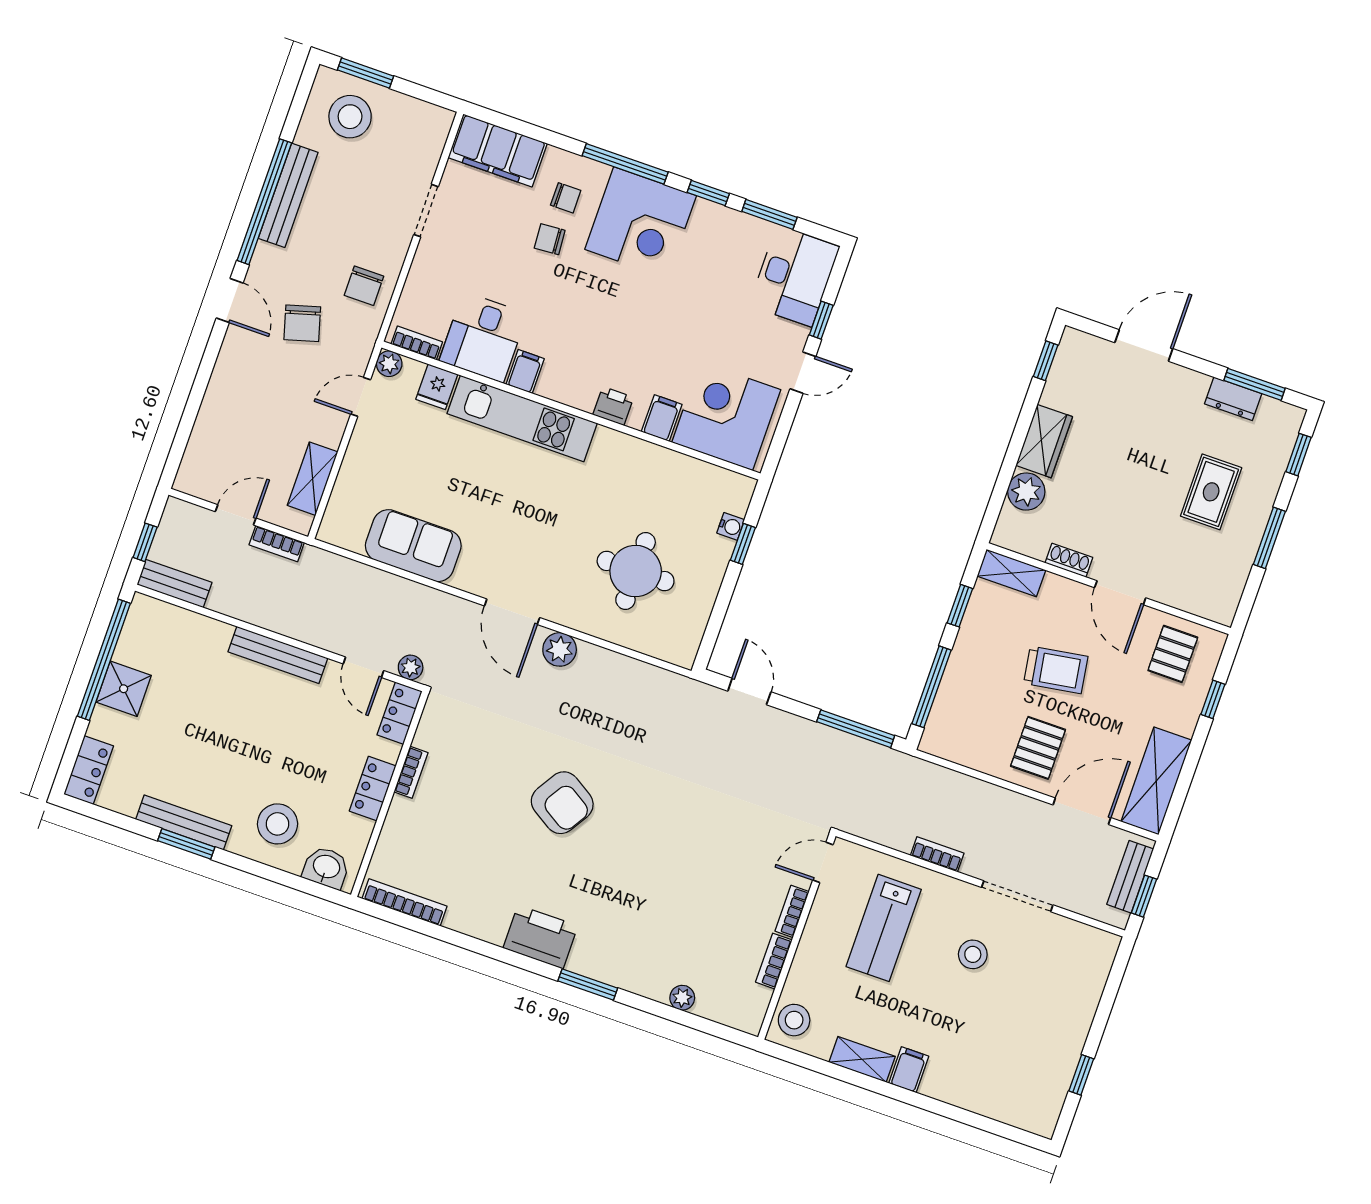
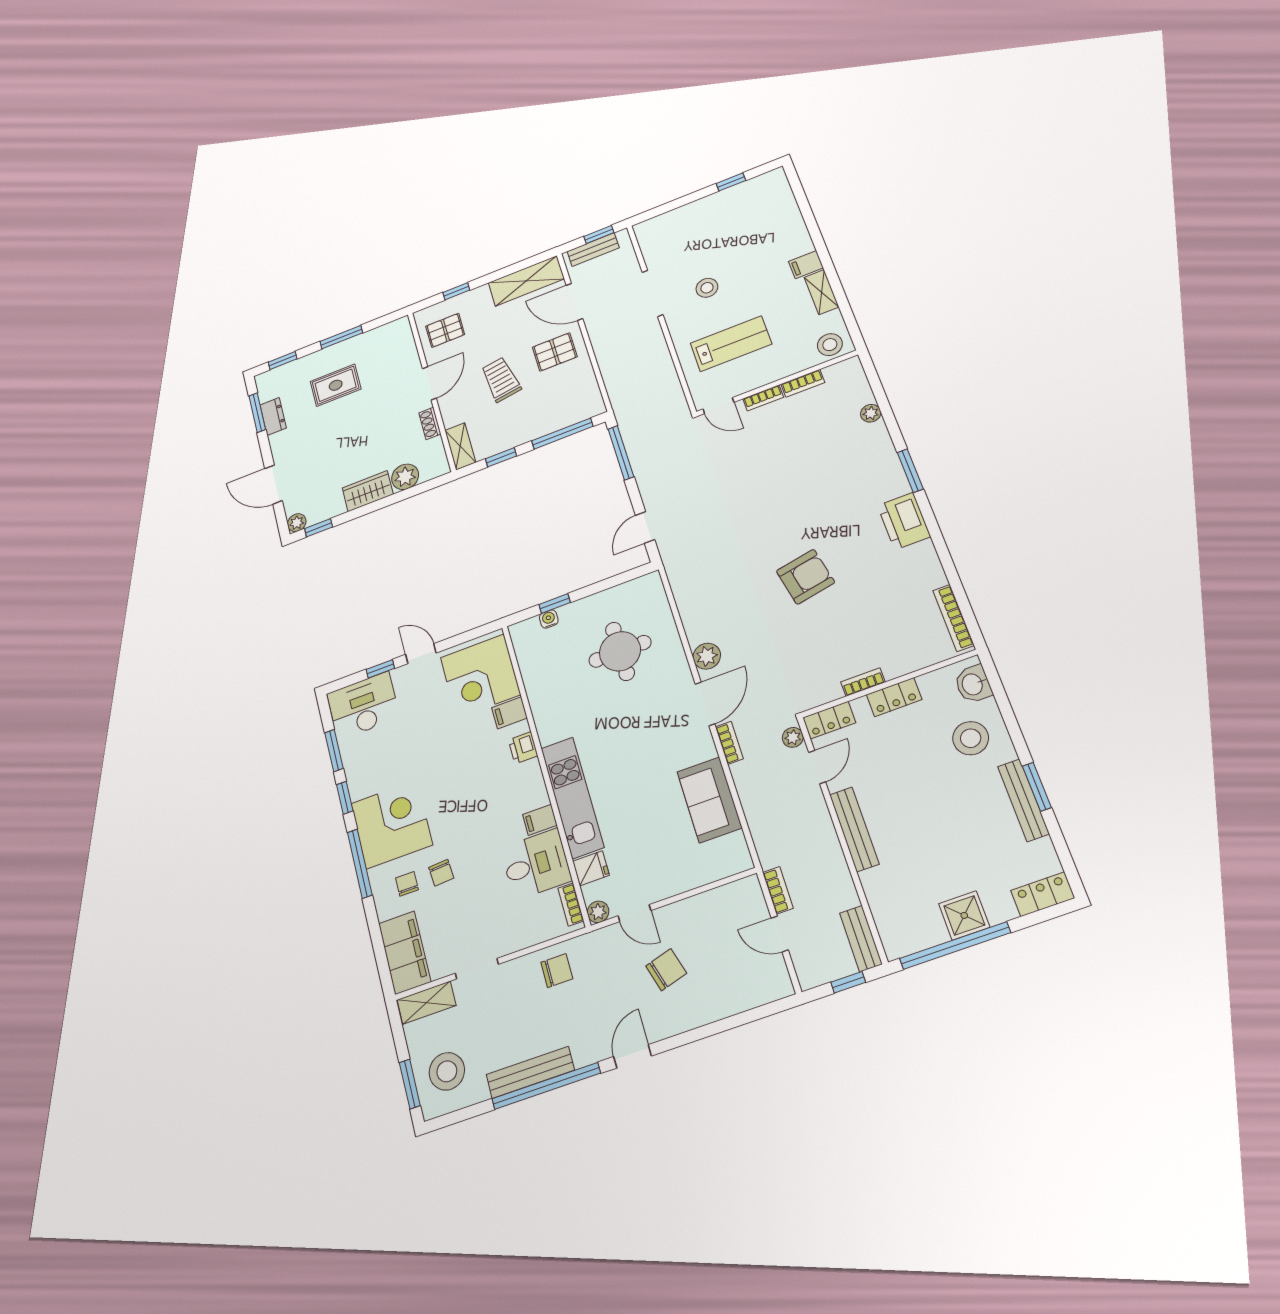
chair: (302, 323) -> (666, 970), moved
plant: (1073, 341) -> (297, 523), added
shelving: (313, 479) -> (426, 1003), moved
armchair: (562, 803) -> (805, 577), turned 47
bookcase: (937, 854) -> (729, 743), moved, turned 180

